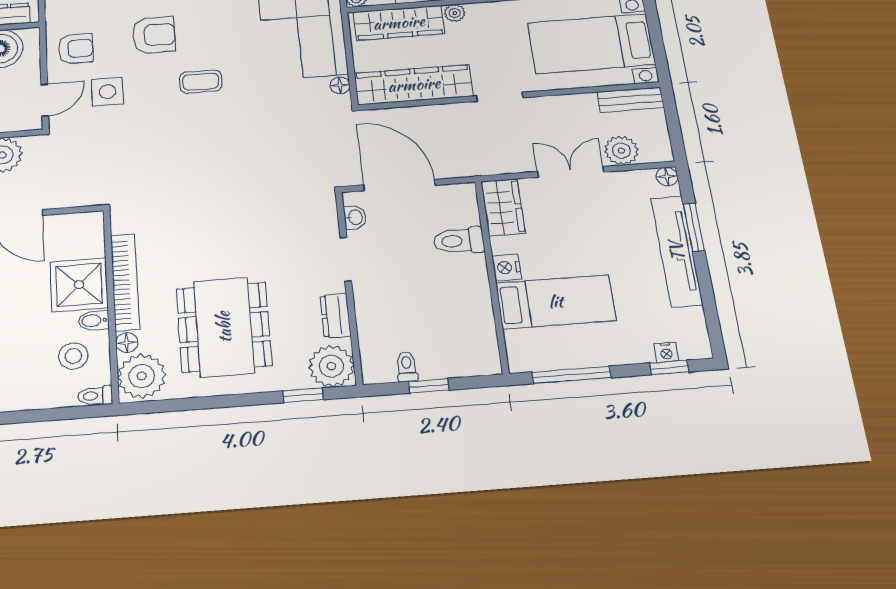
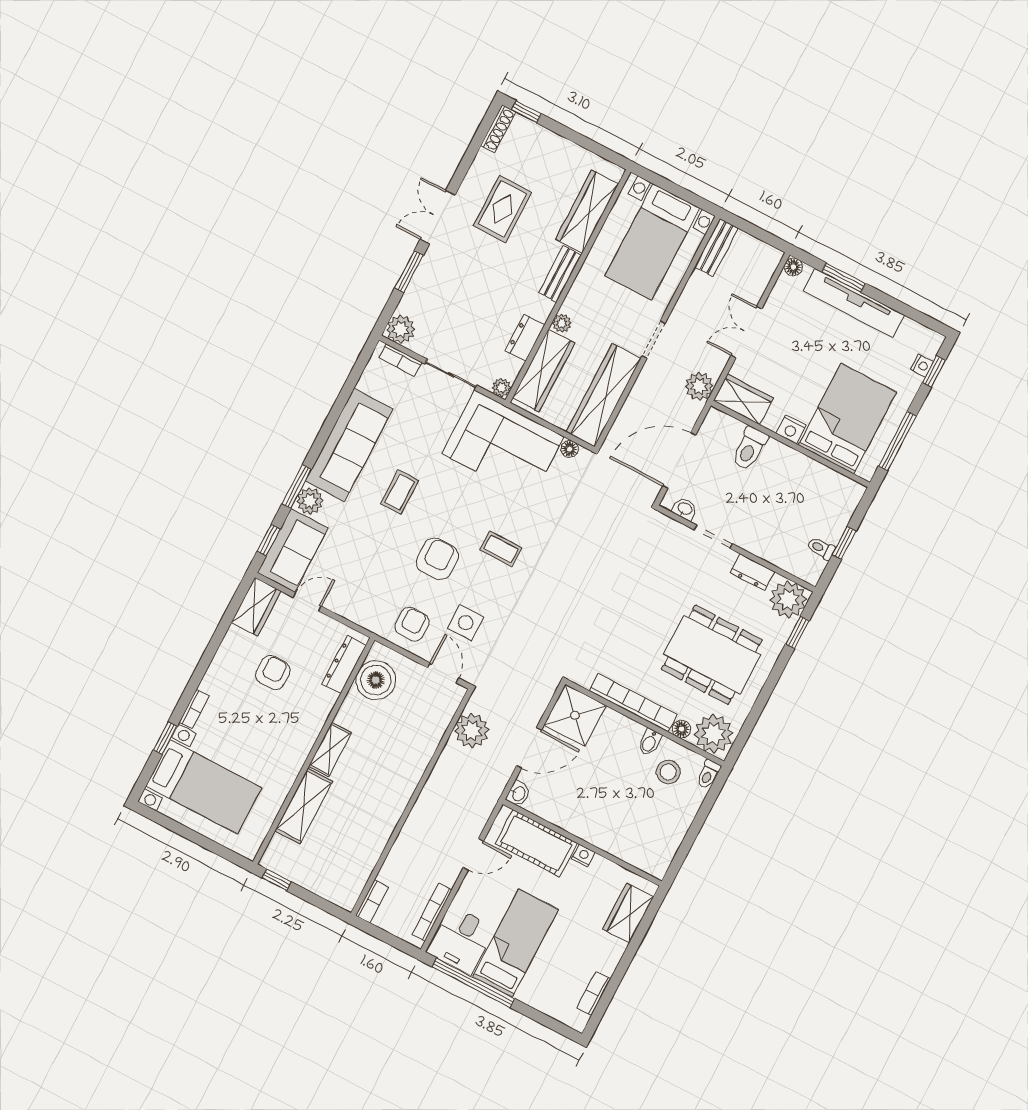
coffee table: (201, 82) -> (501, 549), turned 90
plant: (621, 151) -> (699, 386), moved
shower: (79, 285) -> (575, 715), moved
bed: (556, 302) -> (847, 419), width x1.50

